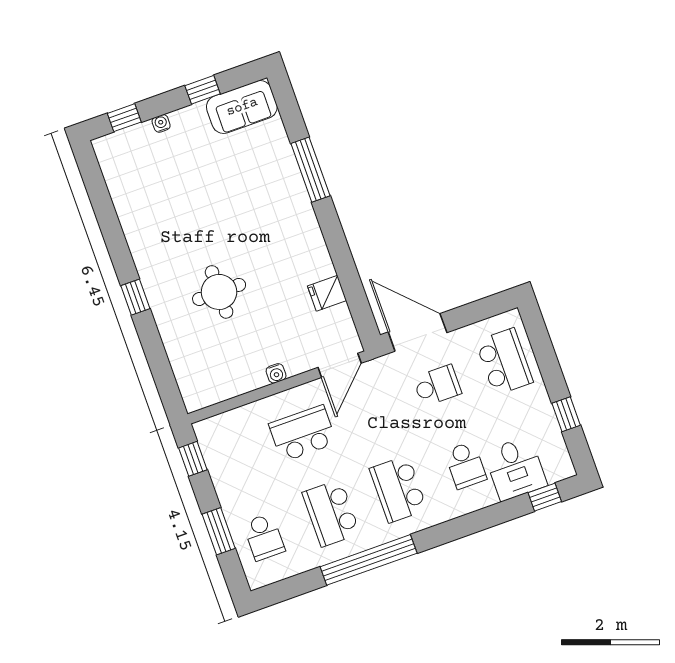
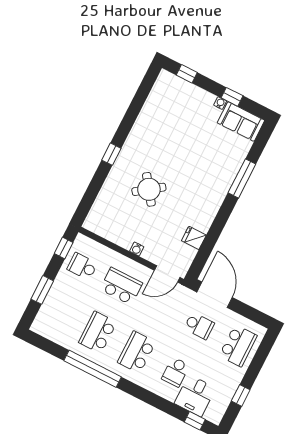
water cooler: (161, 123) -> (220, 103), moved
round table: (219, 292) -> (149, 189), turned -36
school desk: (264, 537) -> (82, 266), moved, turned 90

